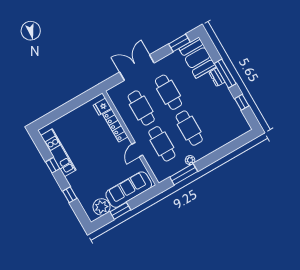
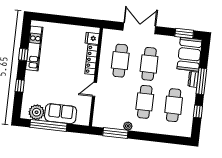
cafe table: (162, 144) -> (174, 105), moved
sofa: (129, 190) -> (61, 114), width x0.73
window: (120, 211) -> (48, 125), width x2.11

